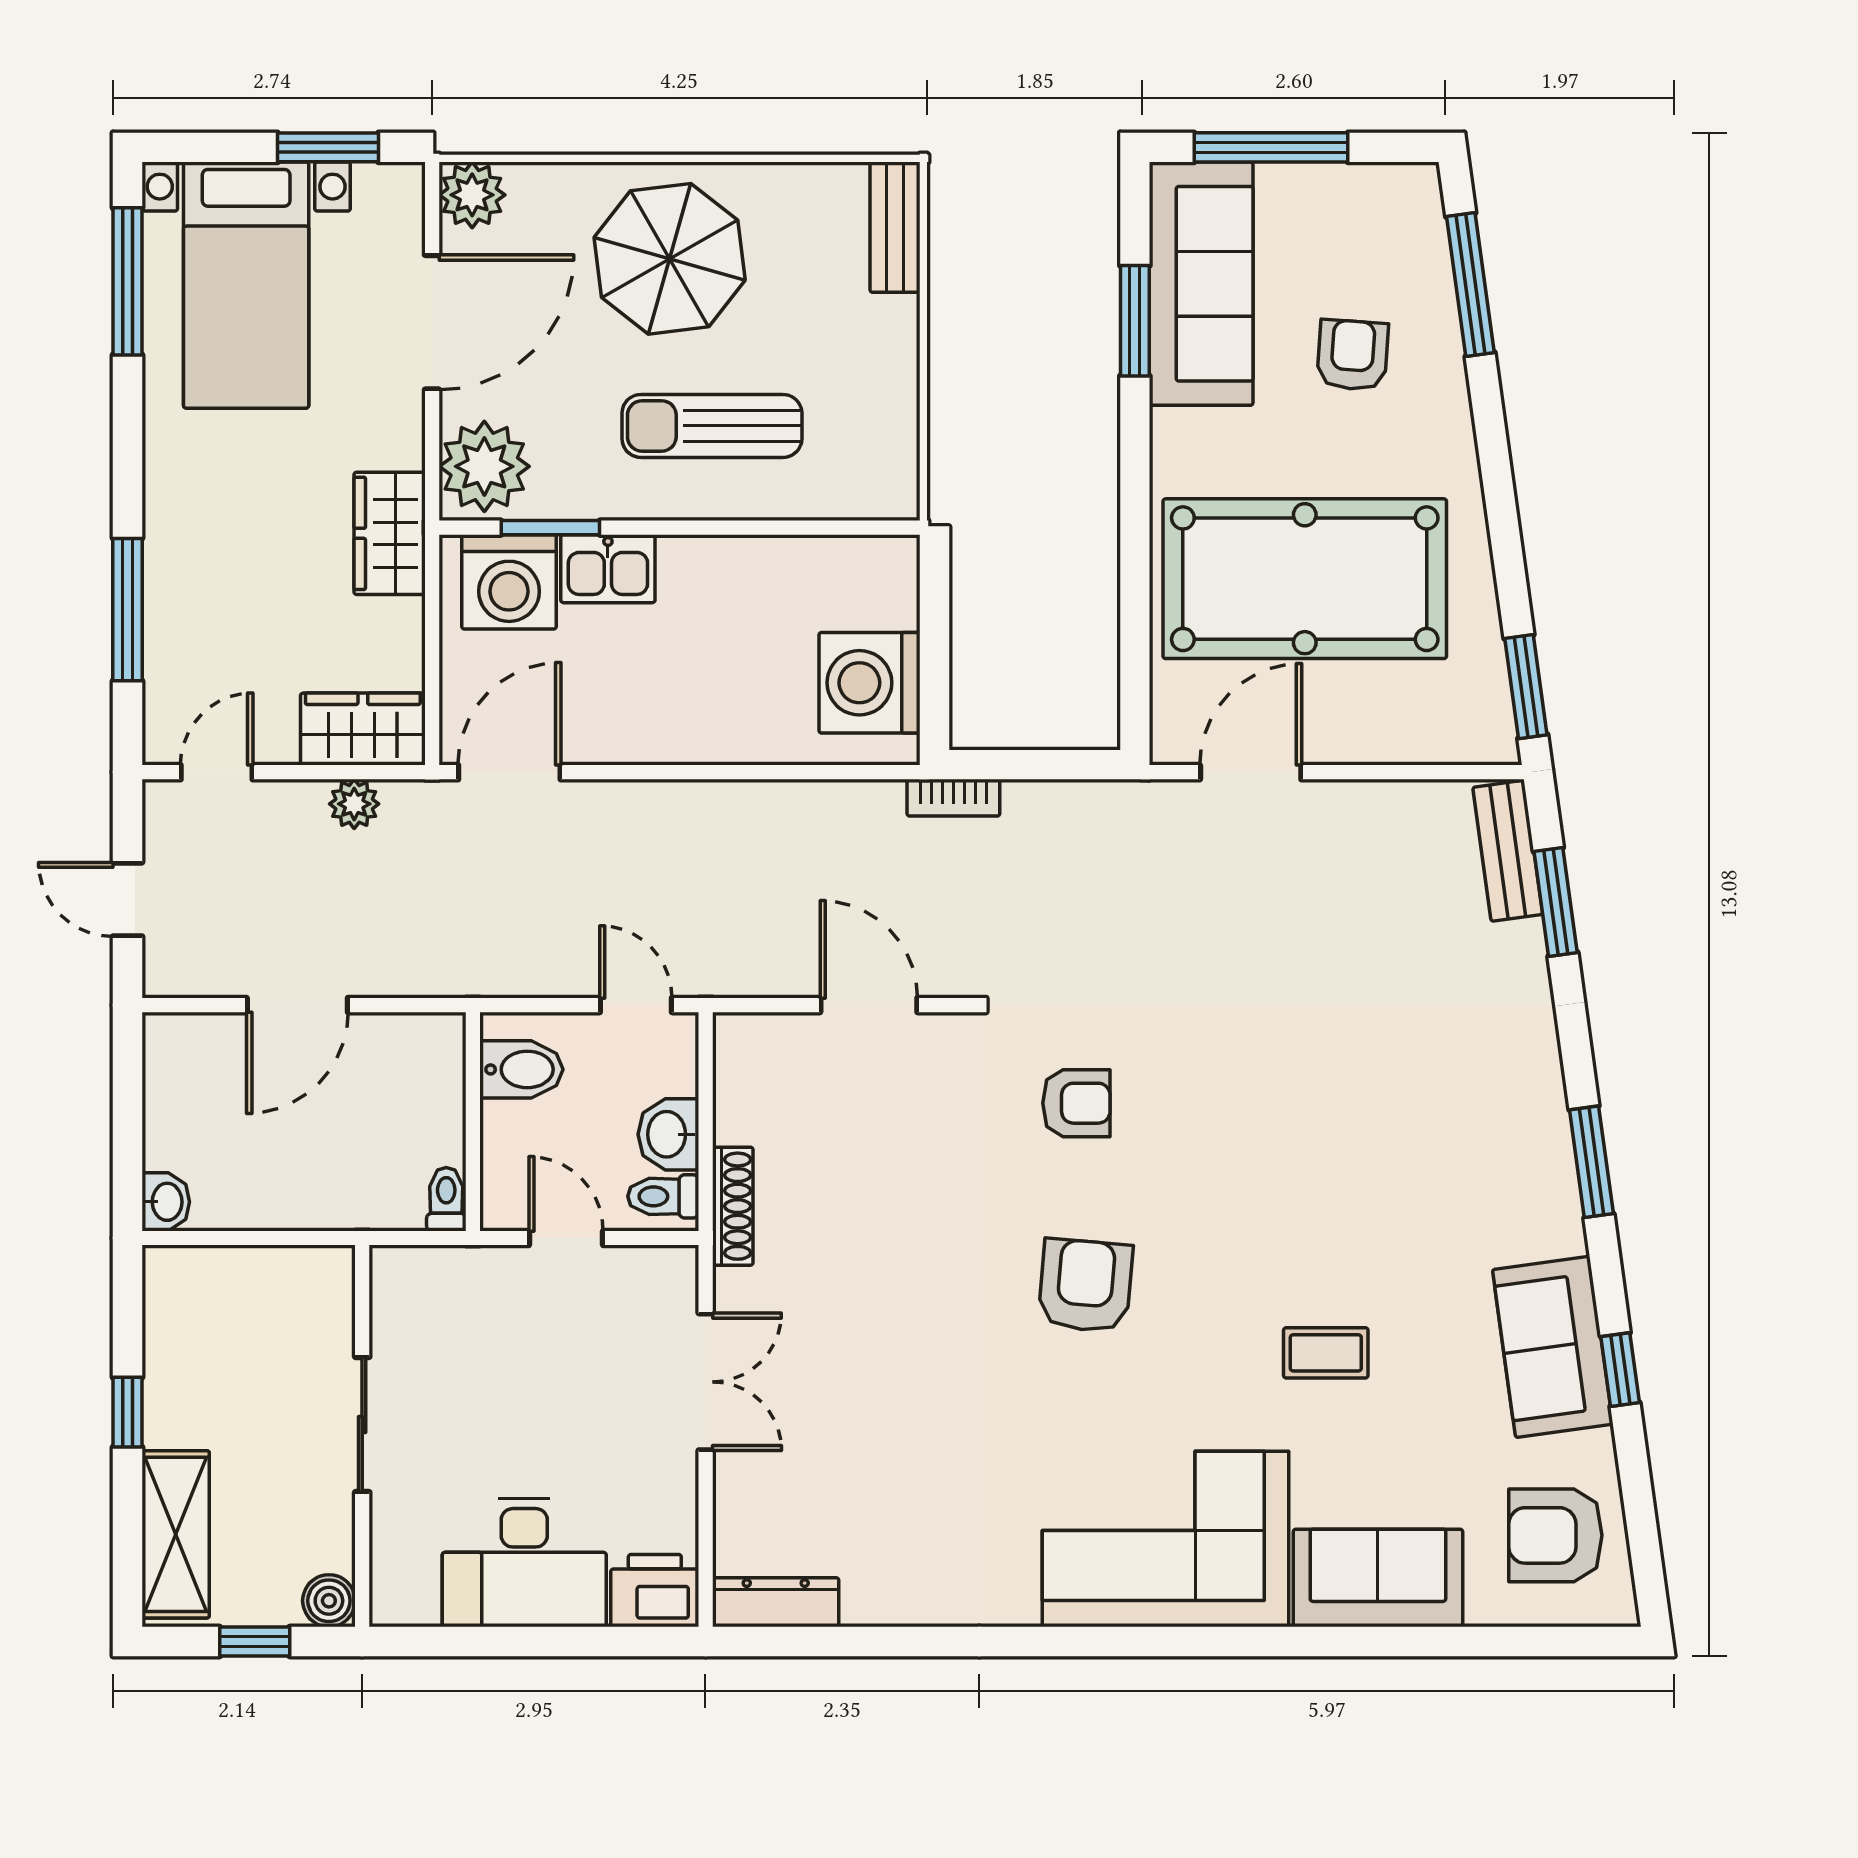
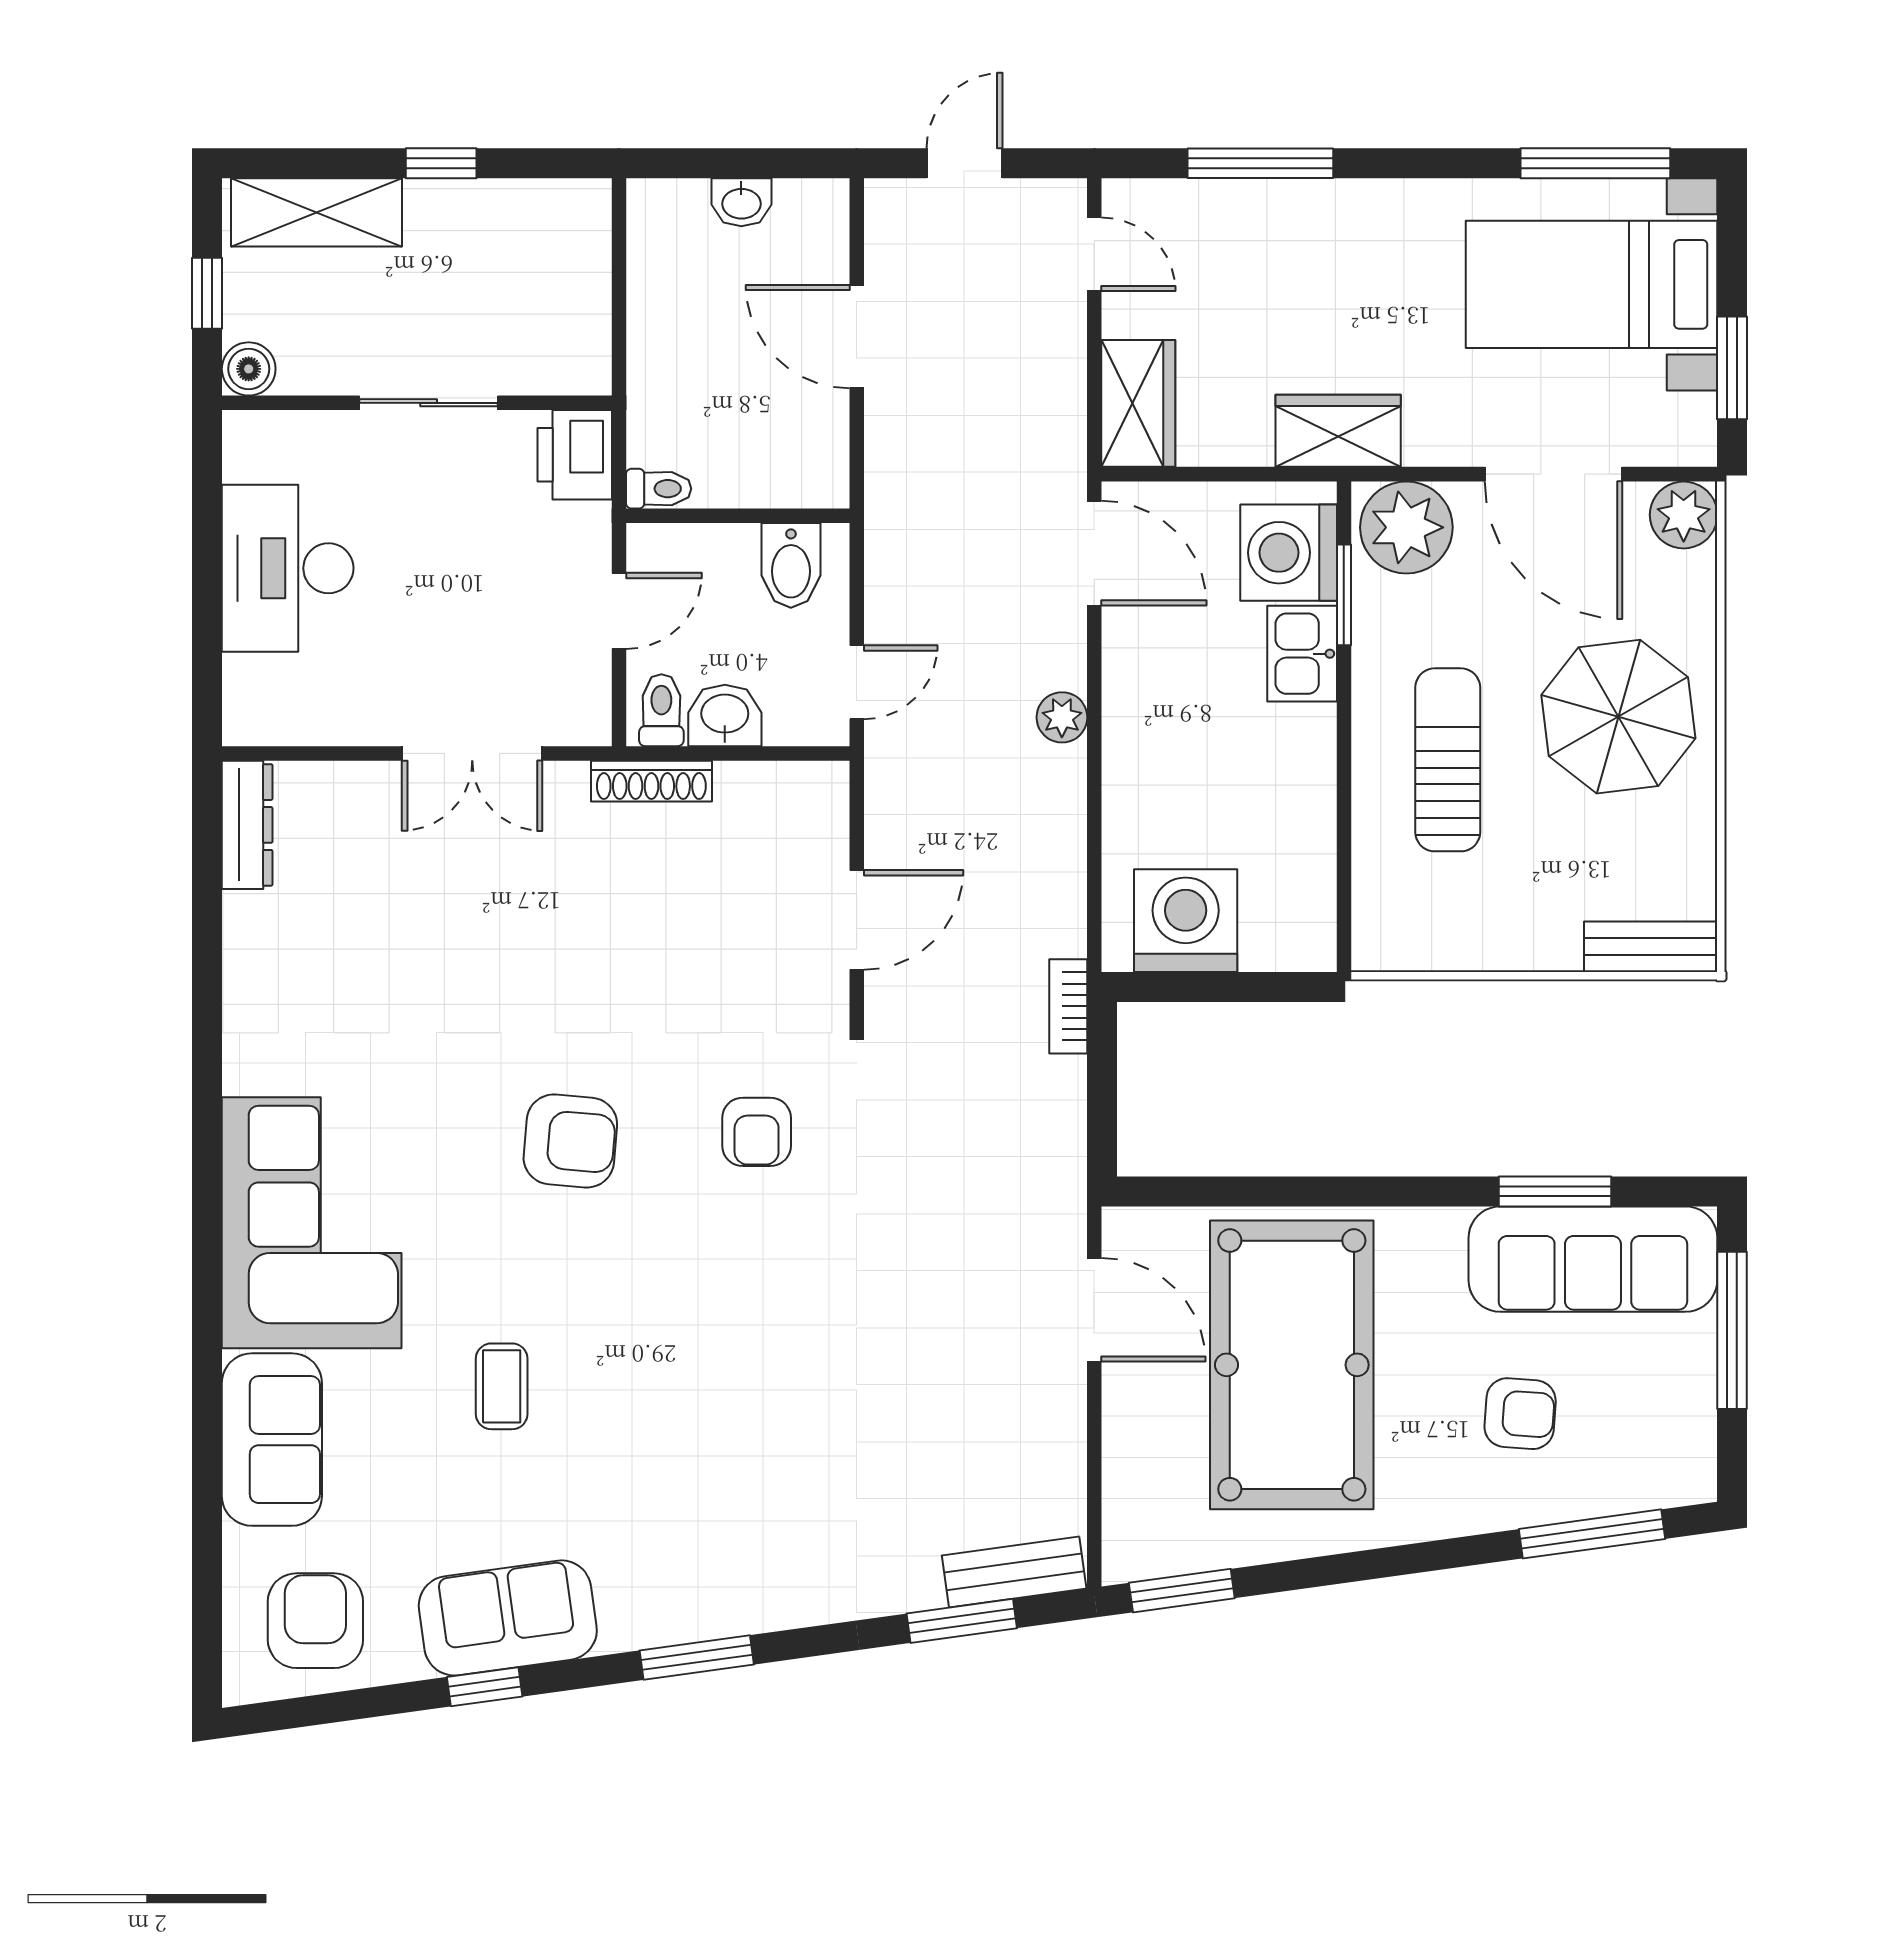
plant: (354, 804) -> (1062, 717), moved
washbasin: (166, 1202) -> (741, 202), moved
printer: (655, 1591) -> (575, 455), moved, turned 180

